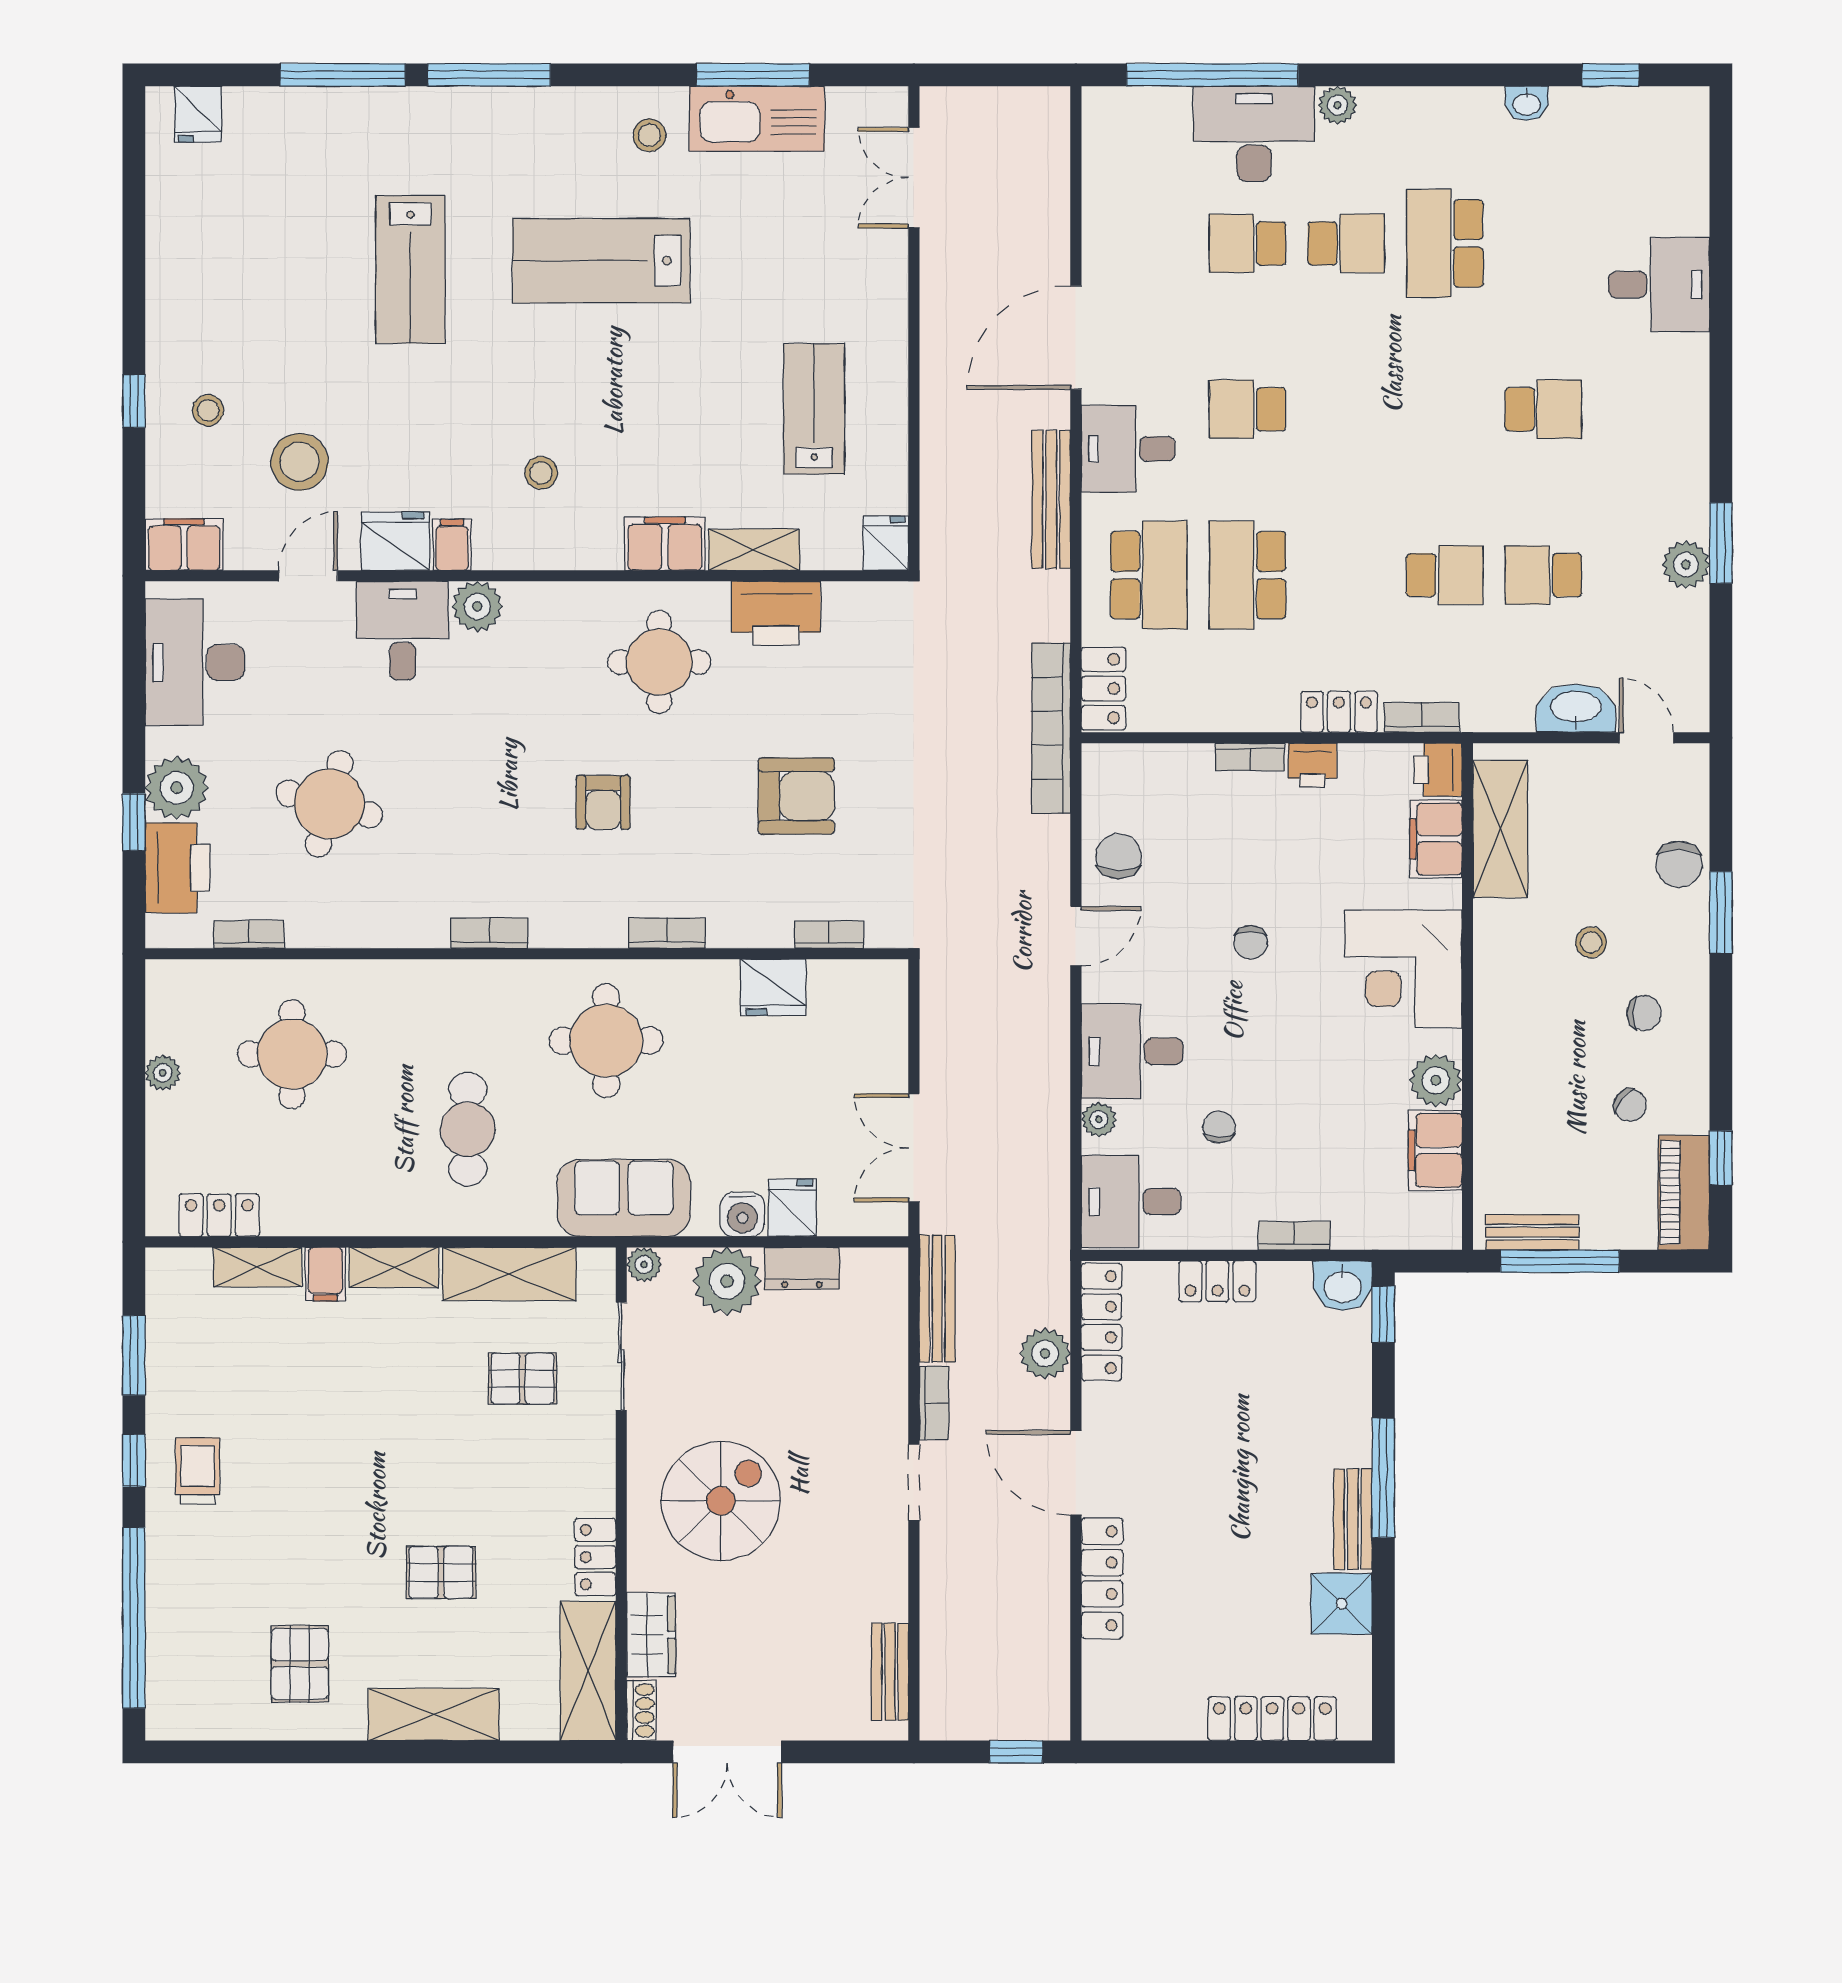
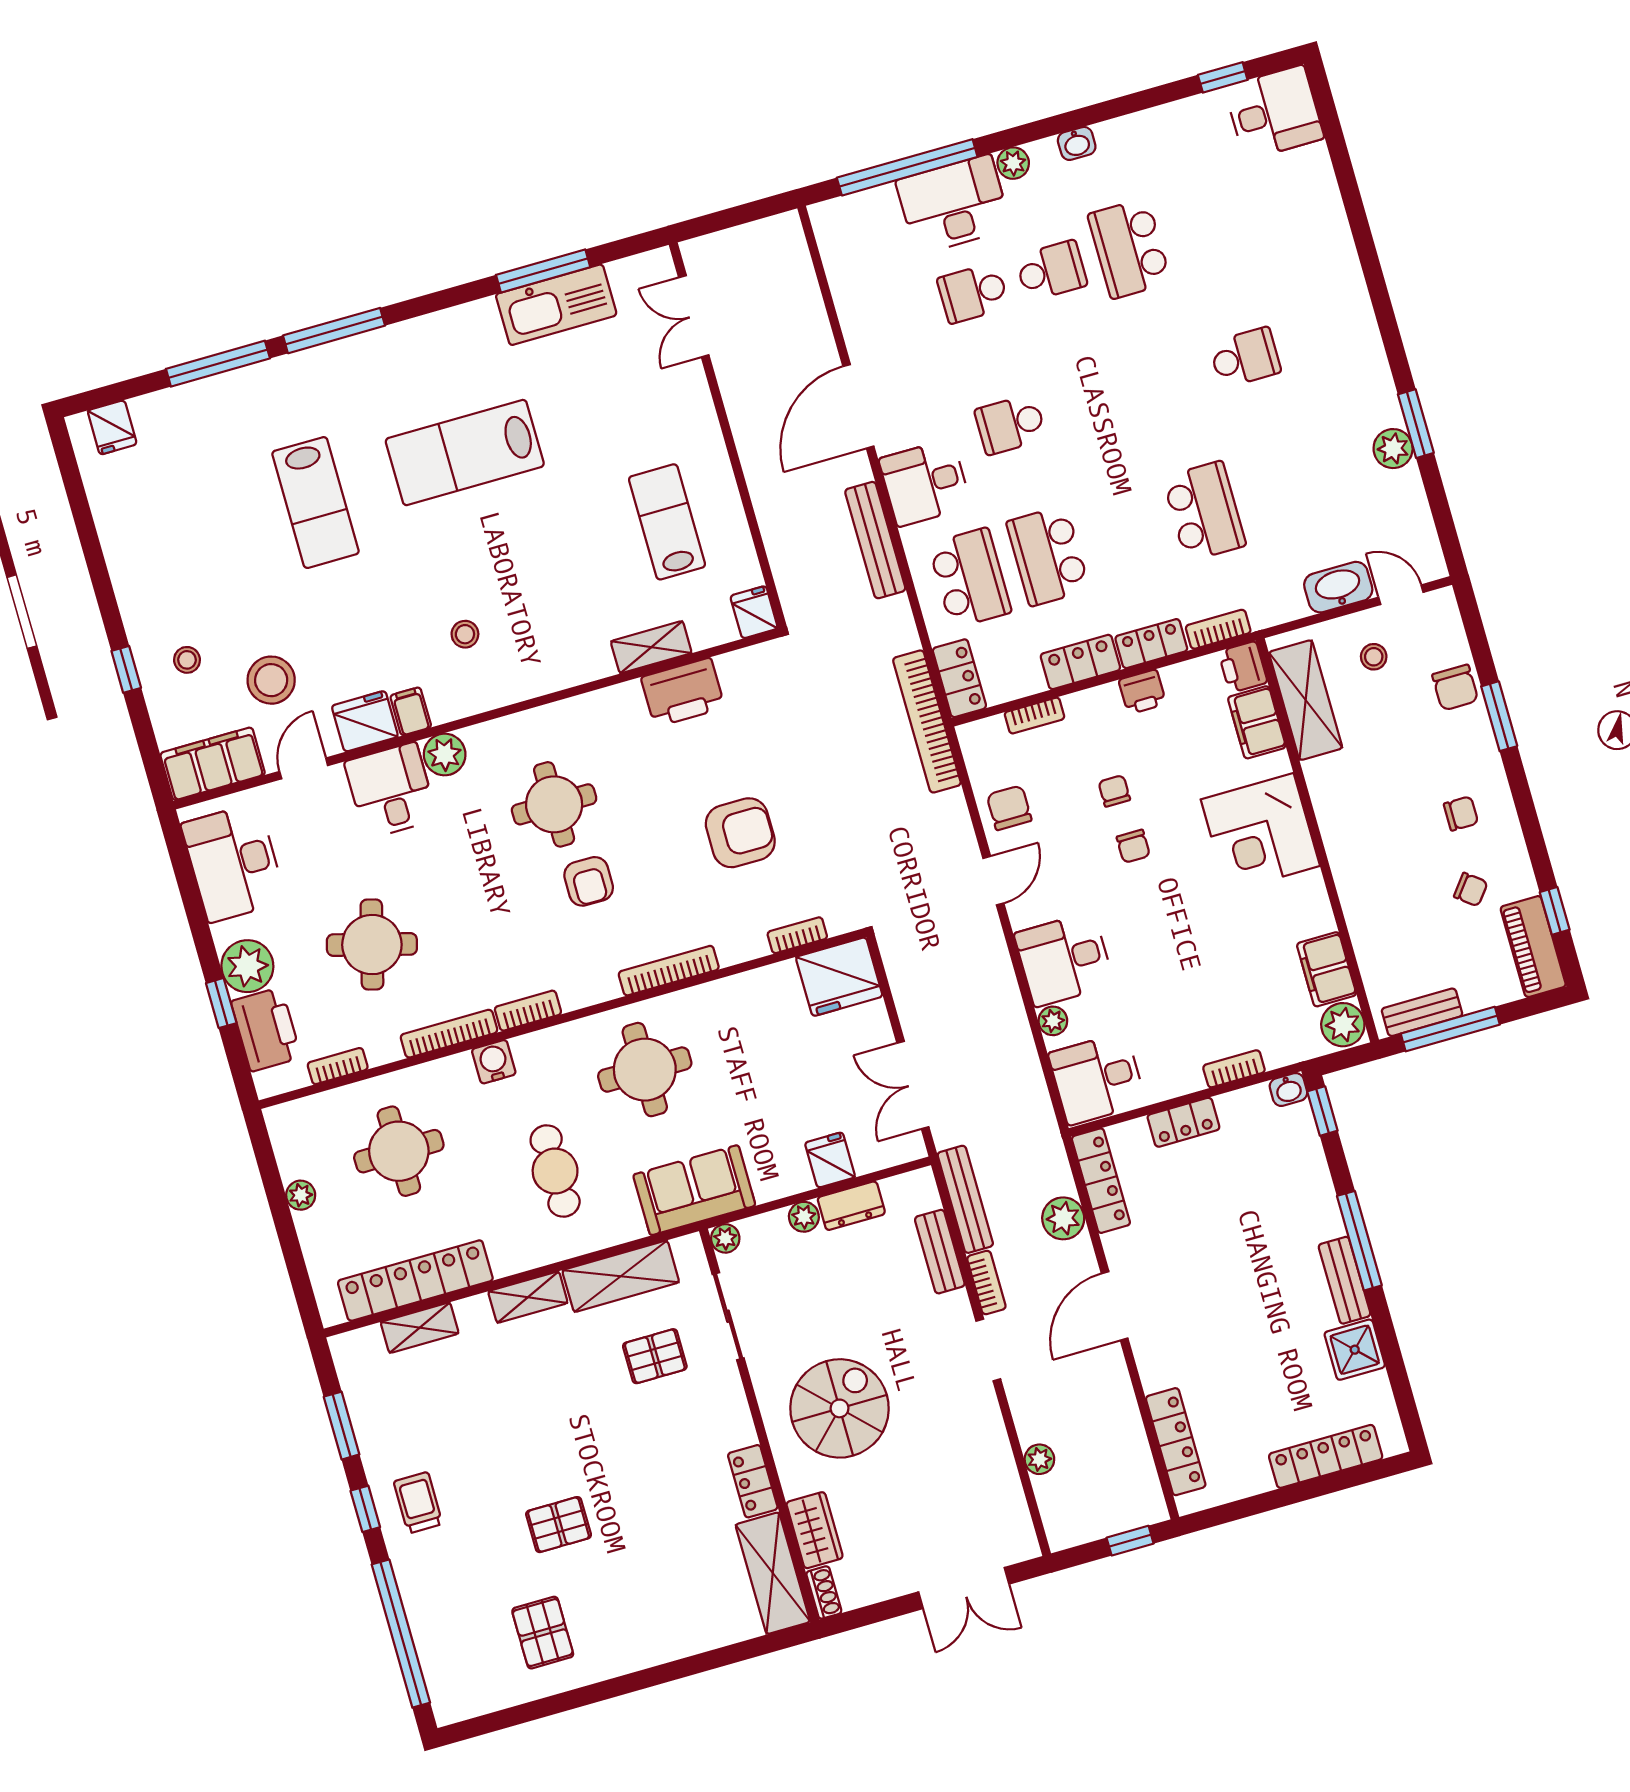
washbasin: (1527, 103) -> (1077, 143), moved
stool: (650, 135) -> (475, 342), removed
desk: (1659, 285) -> (1274, 113), moved
filing cabinet: (184, 544) -> (213, 764), width x1.50, depth x1.17
filing cabinet: (665, 544) -> (579, 662), removed
school desk: (1445, 575) -> (1204, 511), width x1.85
school desk: (1543, 575) -> (1282, 489), removed
round table: (659, 662) -> (554, 804), moved
locker: (1250, 710) -> (1080, 662), added
bookcase: (1250, 757) -> (1035, 716), moved
bookcase: (667, 933) -> (669, 971), width x1.56
bookcase: (390, 934) -> (449, 1034), added
stool: (1591, 942) -> (1374, 657), moved
fridge: (773, 987) -> (839, 977), moved, width x1.36, depth x1.34
plant: (1436, 1080) -> (1343, 1025), moved
chair: (1219, 1127) -> (1114, 791), moved
water cooler: (742, 1214) -> (494, 1062), moved, turned 180
locker: (219, 1215) -> (415, 1281), width x2.16, depth x1.21
filing cabinet: (325, 1274) -> (475, 1318), removed
plant: (727, 1281) -> (804, 1217), width x0.53, depth x0.53
washbasin: (1343, 1286) -> (1288, 1090), width x0.72, depth x0.69
door: (1076, 1473) -> (1115, 1306), hinge flipped
pallet: (441, 1572) -> (559, 1525), moved
locker: (1102, 1578) -> (1176, 1442), moved
plant: (937, 1627) -> (1039, 1459), added
bench: (890, 1672) -> (940, 1252), moved
shelving: (434, 1714) -> (660, 1642), removed
double door: (727, 1752) -> (964, 1588), moved

